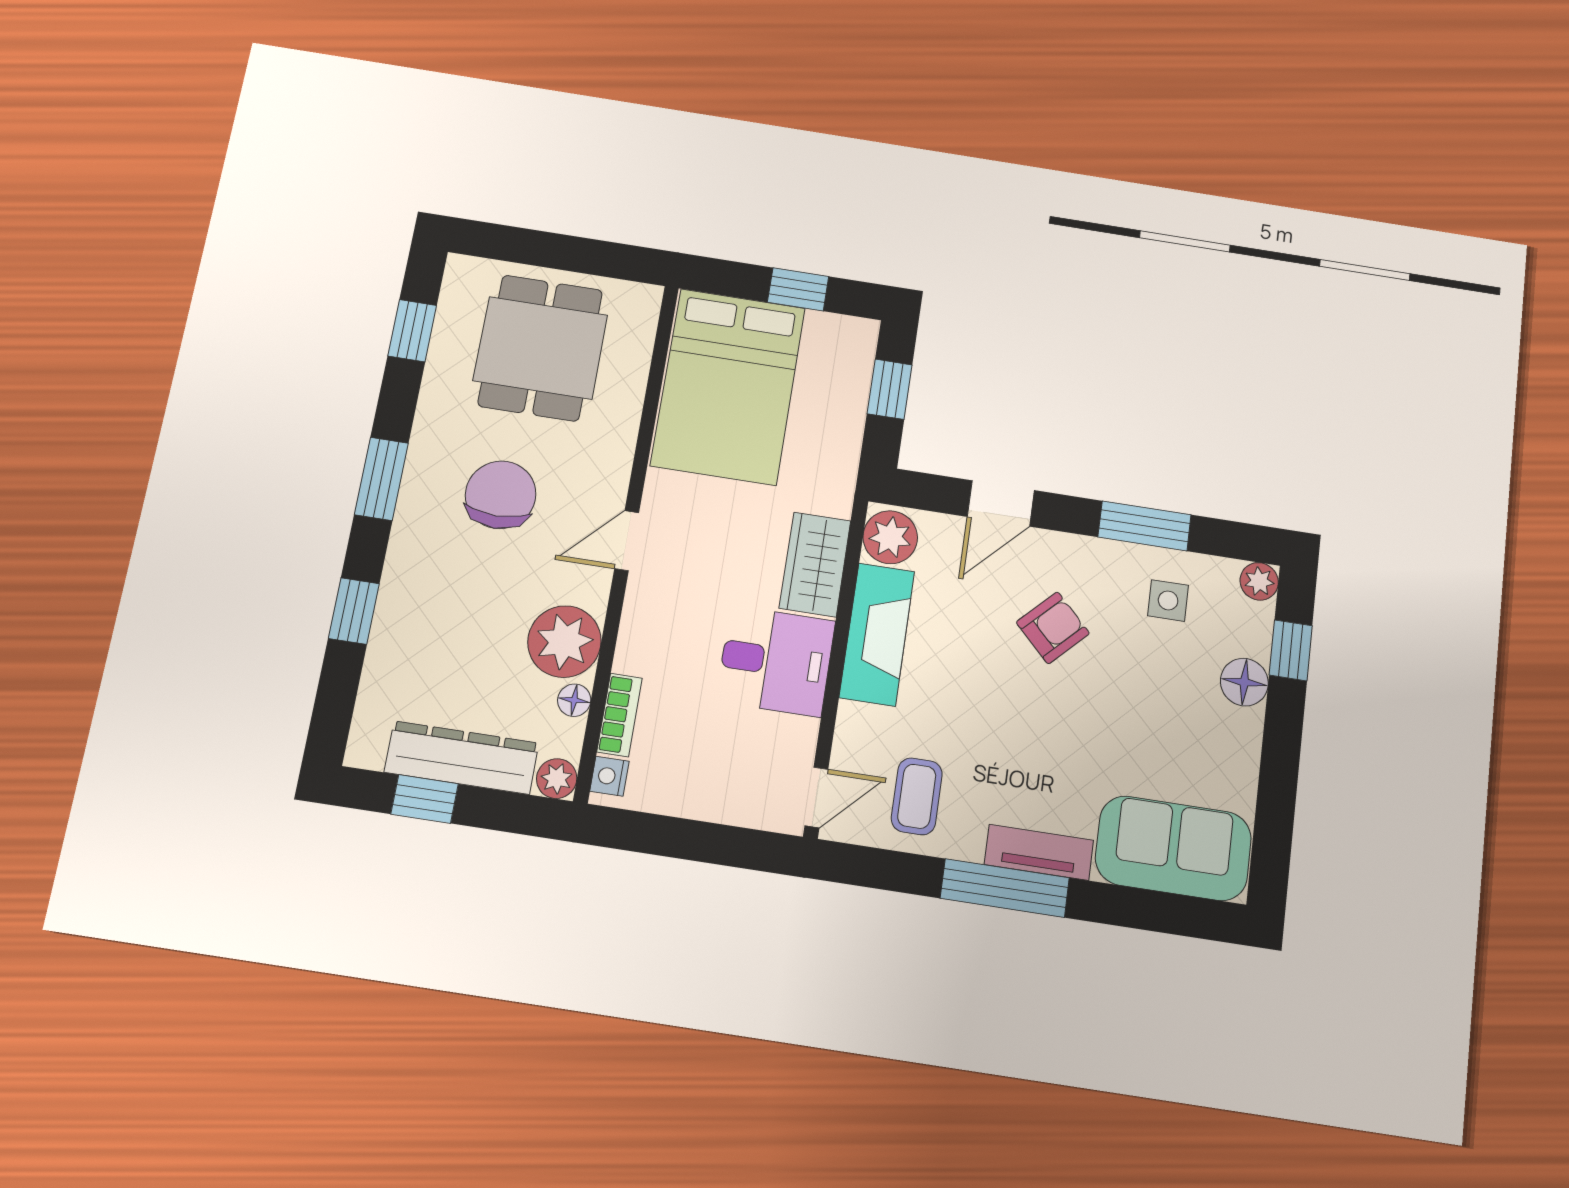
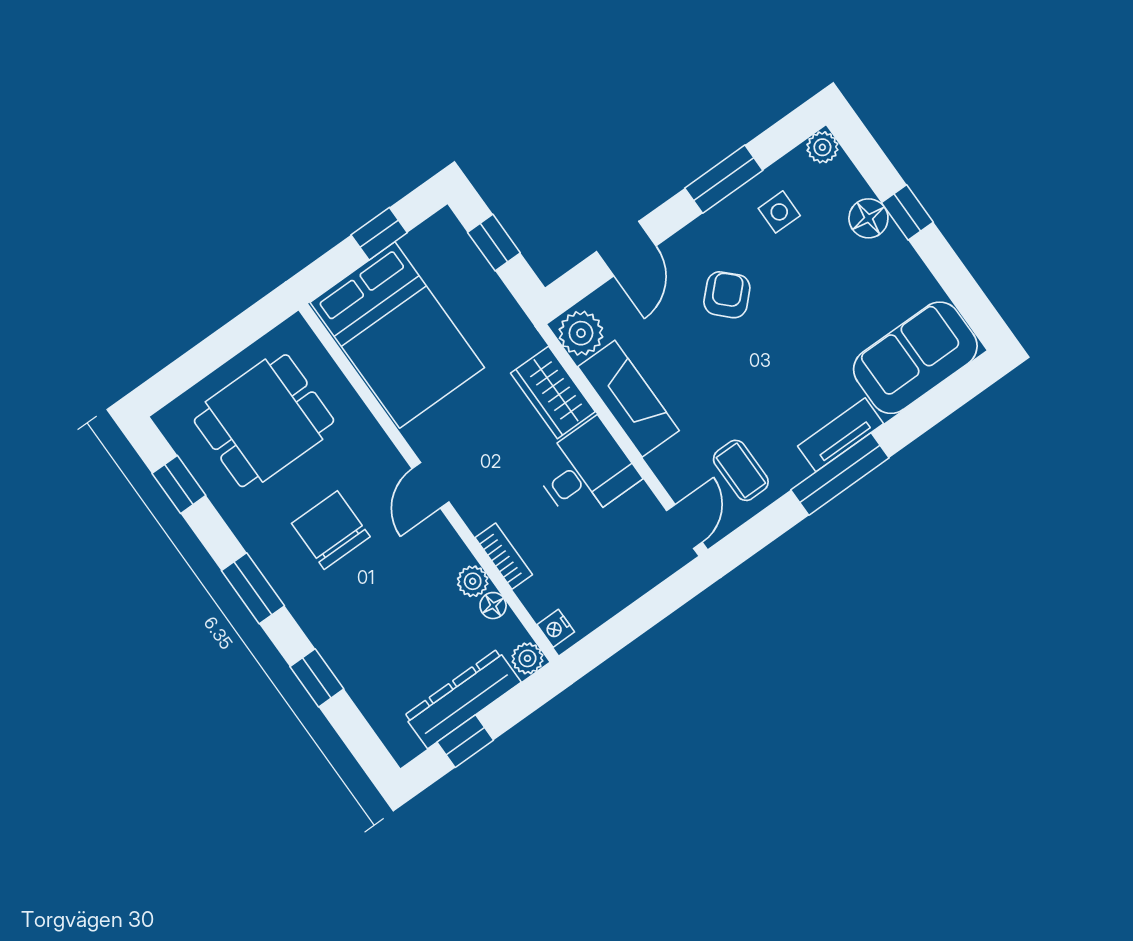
dining table: (540, 348) -> (264, 421), turned 90
plant: (564, 642) -> (473, 581), width x0.53, depth x0.53
window: (1291, 650) -> (907, 212), moved
bookcase: (620, 715) -> (504, 556), moved

